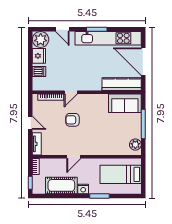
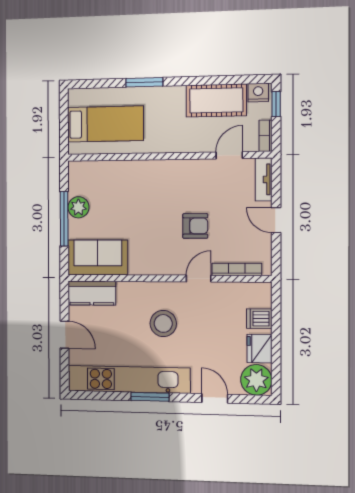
door: (143, 62) -> (64, 335), width x0.53
stool: (90, 68) -> (163, 323), added
kitchen counter: (122, 84) -> (92, 293), width x0.67
plant: (135, 145) -> (78, 207), moved
door: (74, 157) -> (229, 155), moved
nightstand: (83, 189) -> (258, 93), moved

